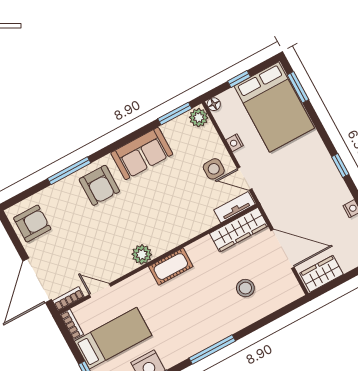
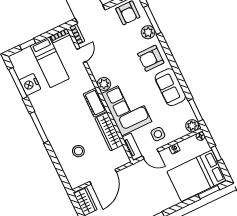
window: (69, 171) -> (152, 20), moved
door: (245, 179) -> (150, 154), swing flipped
plant: (60, 191) -> (148, 32), added
corner sofa: (176, 218) -> (127, 108), added
wardrobe: (239, 230) -> (109, 132), moved

